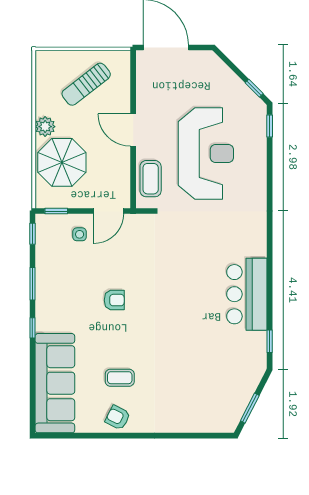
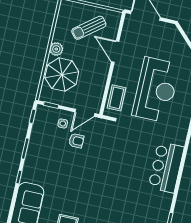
door: (133, 130) -> (115, 52), moved
bar counter: (247, 294) -> (166, 167), moved
armchair: (114, 300) -> (76, 141), moved

